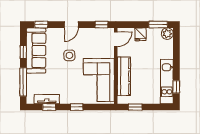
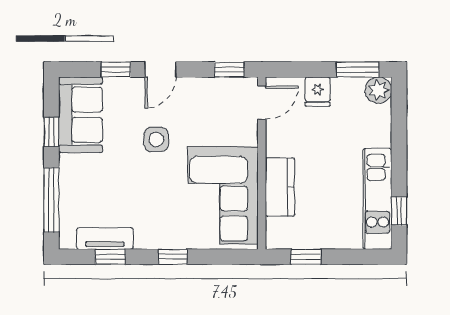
window: (41, 25) -> (116, 70), moved
sofa: (36, 50) -> (81, 115), width x0.73
kitchen counter: (124, 76) -> (280, 187), width x0.67

